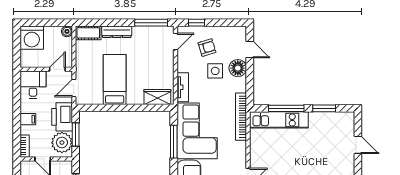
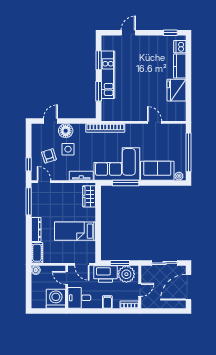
washing machine: (32, 38) -> (56, 299), moved, turned -90
window: (286, 108) -> (99, 91), width x0.69
kitchen unit: (279, 120) -> (108, 75), moved

